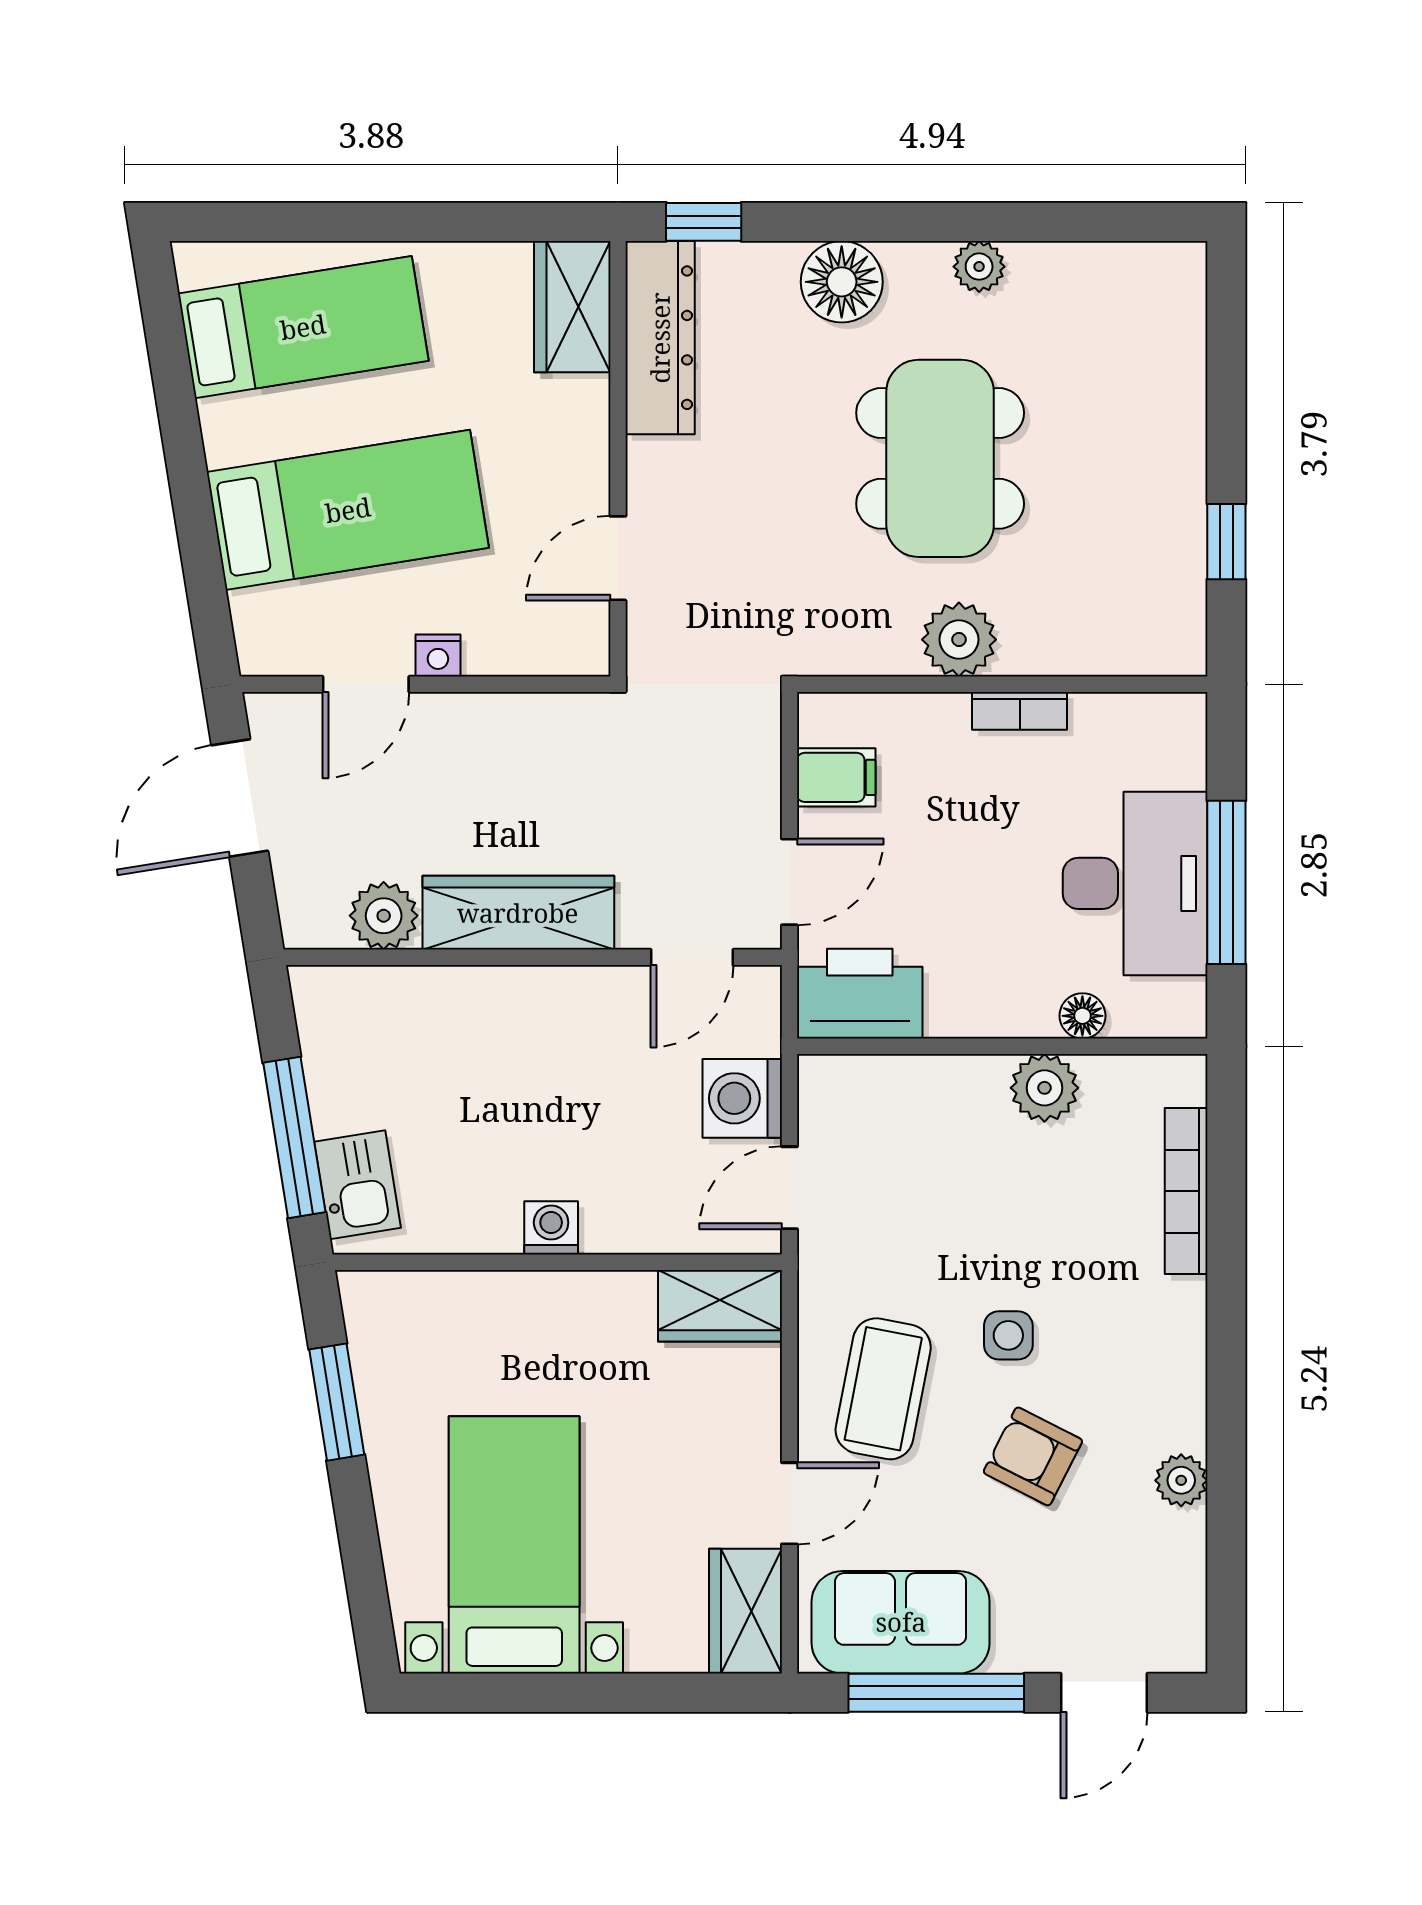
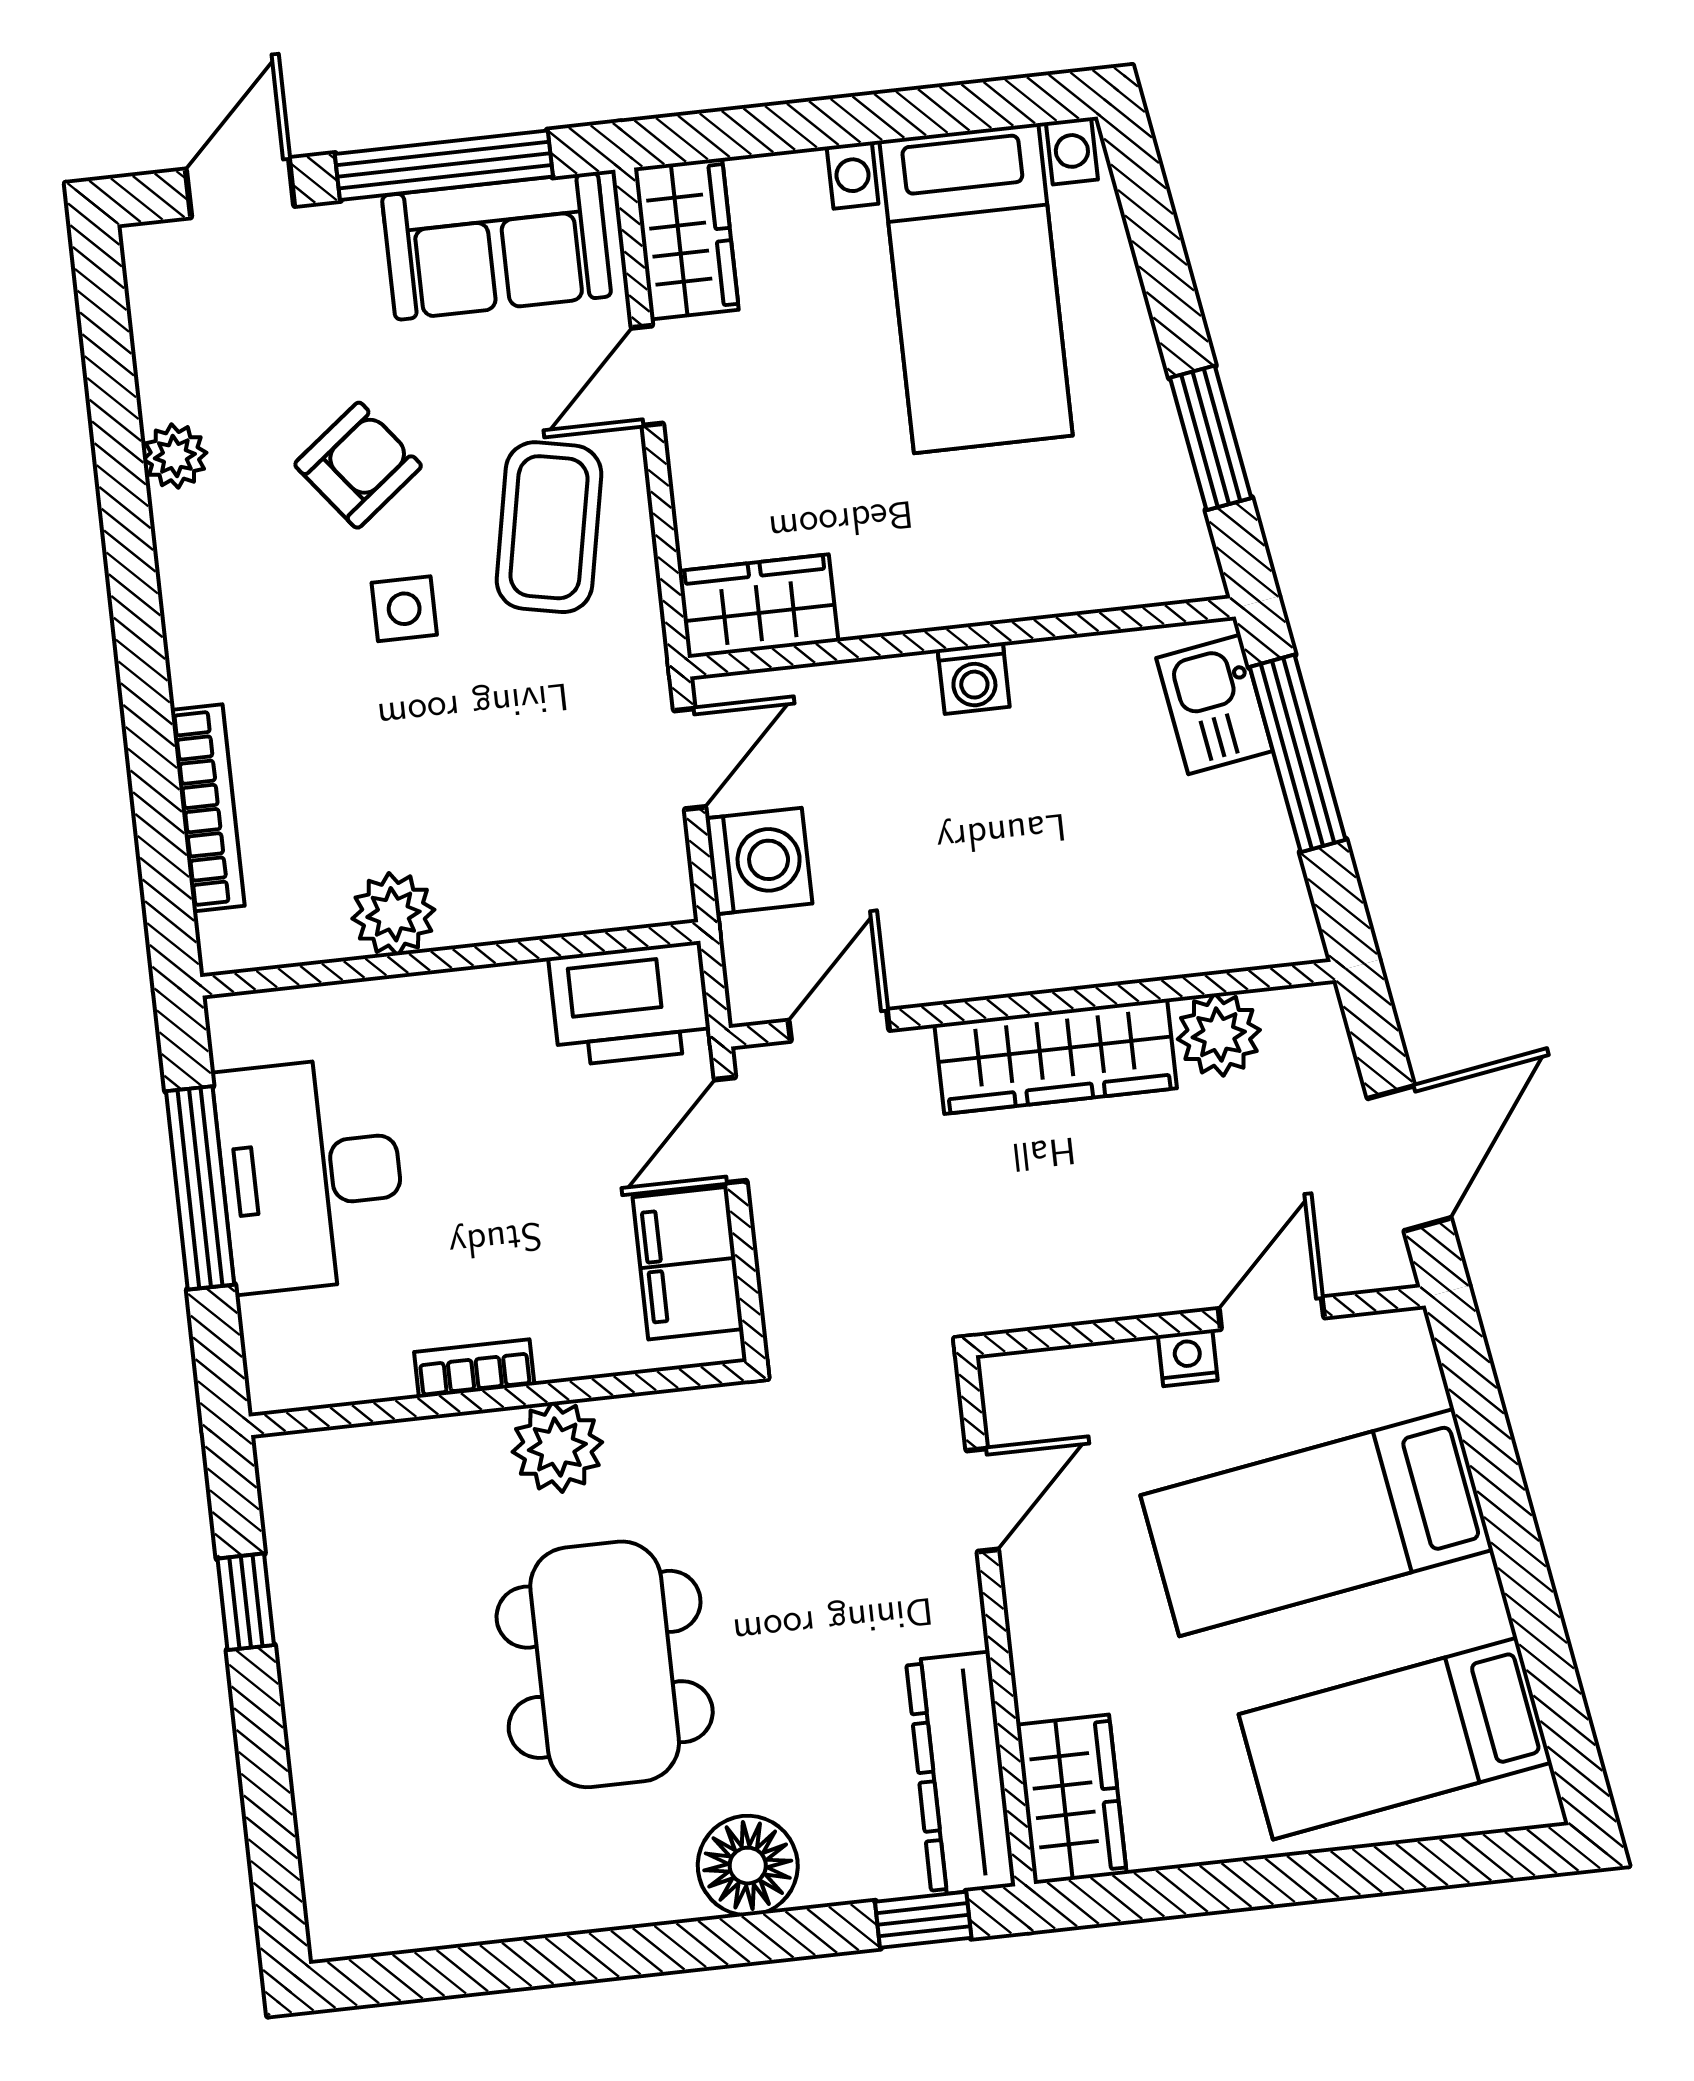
plant: (979, 267) -> (583, 1903), removed
filing cabinet: (836, 777) -> (688, 1263), width x2.00
floor lamp: (1082, 1016) -> (357, 1007), removed
armchair: (1033, 1456) -> (358, 465), turned -65

